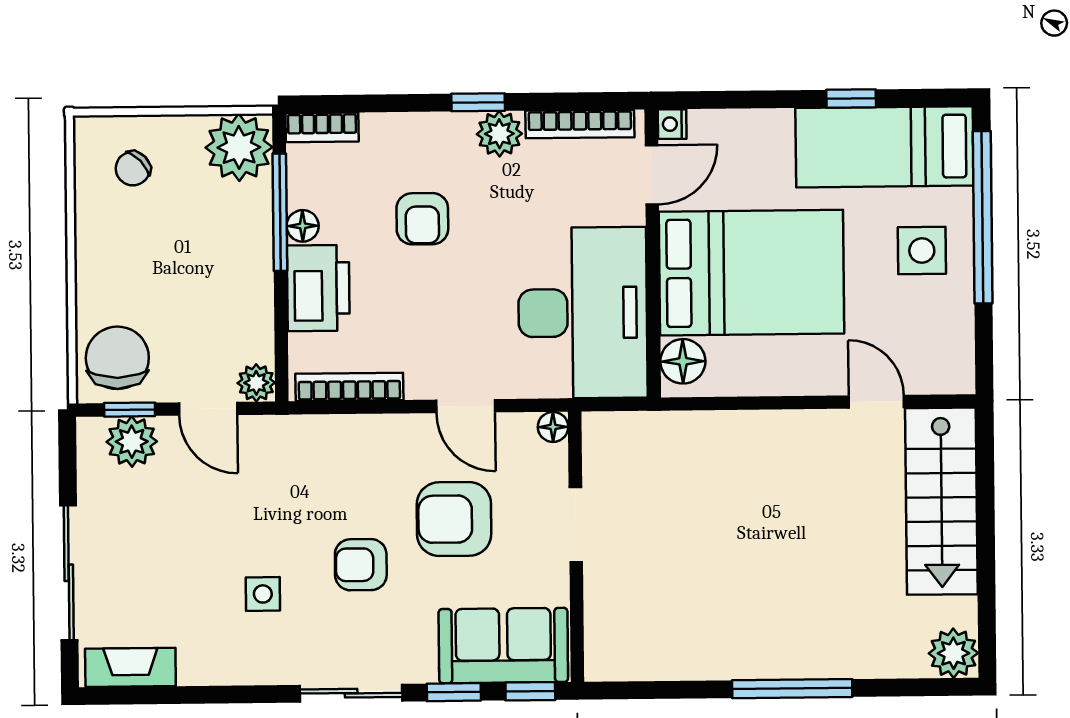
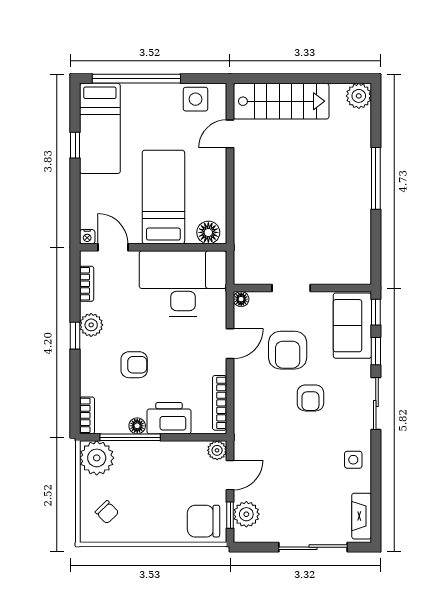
bookcase: (580, 124) -> (87, 284), width x0.64
side table: (922, 251) -> (196, 99), moved
bed: (752, 273) -> (163, 197), width x0.67
side table: (263, 594) -> (353, 460), moved

